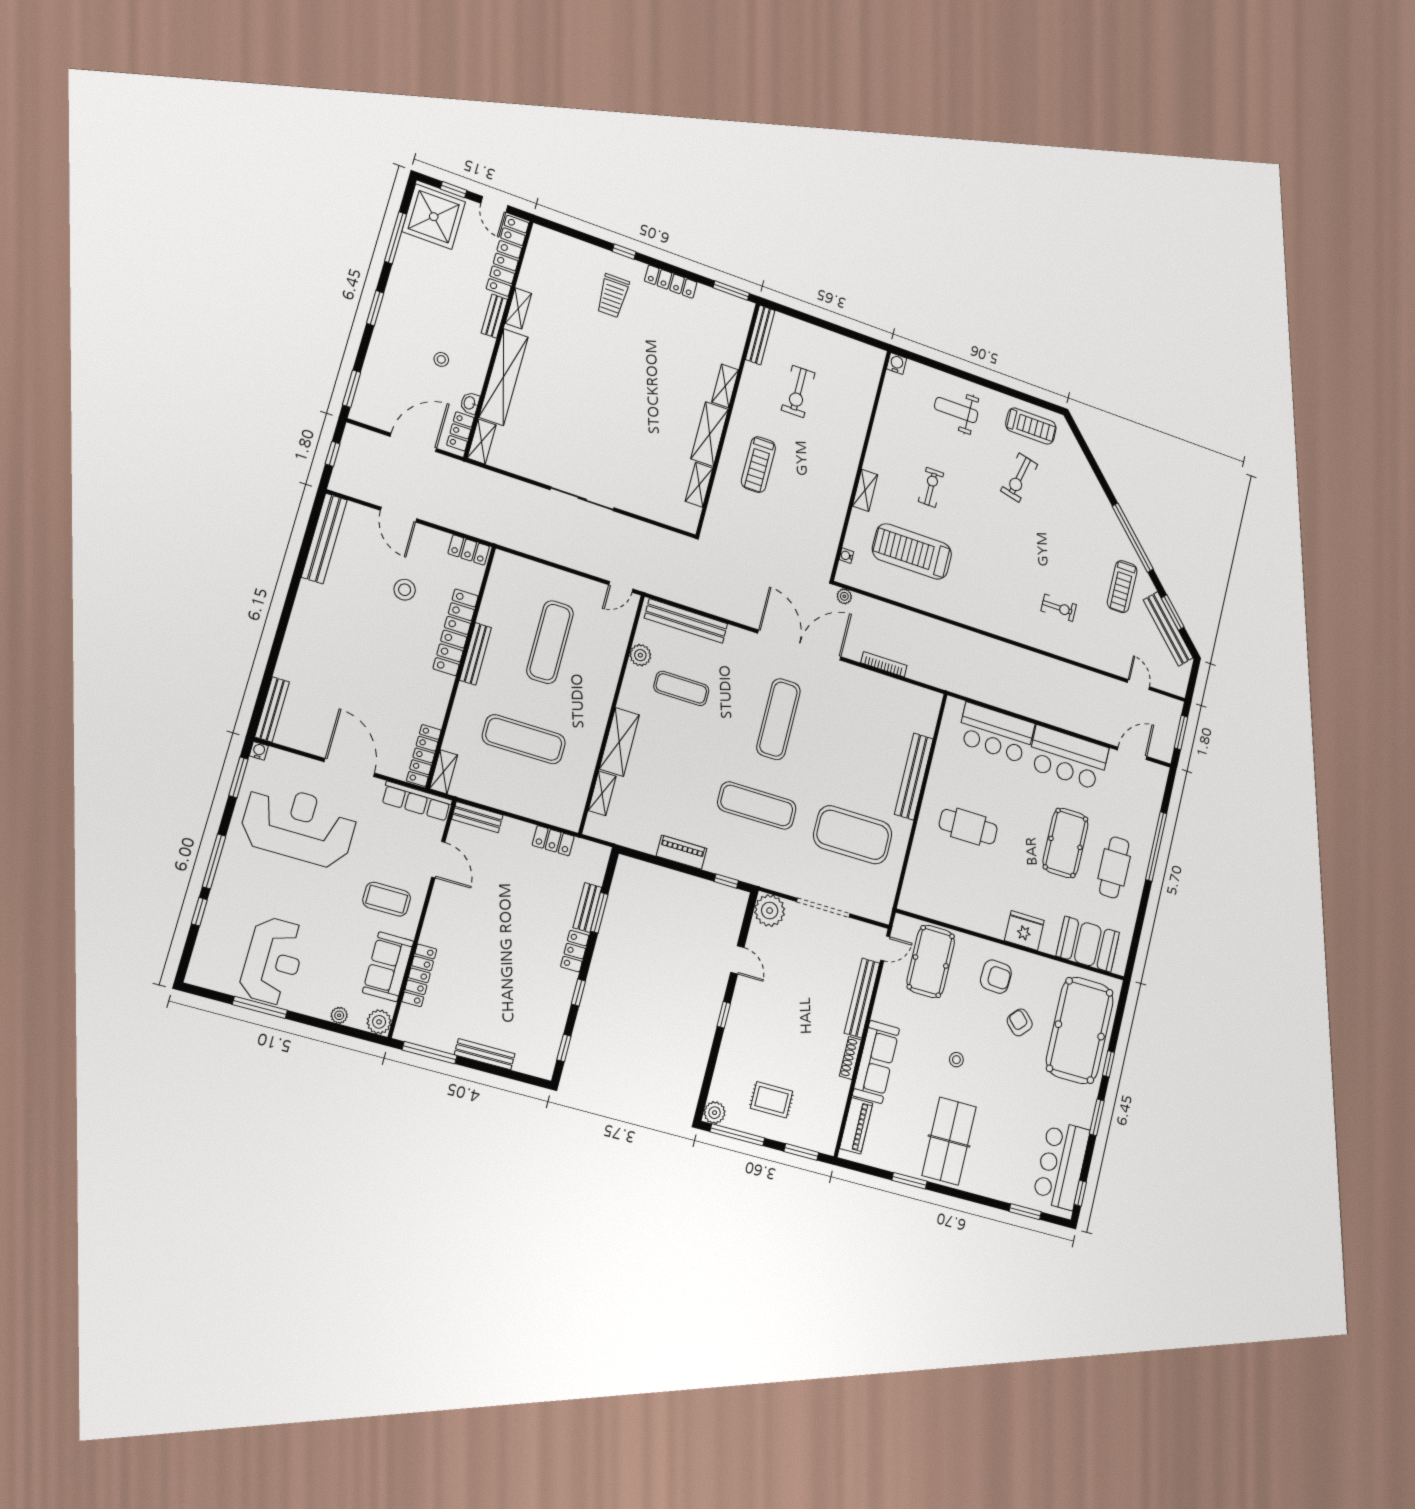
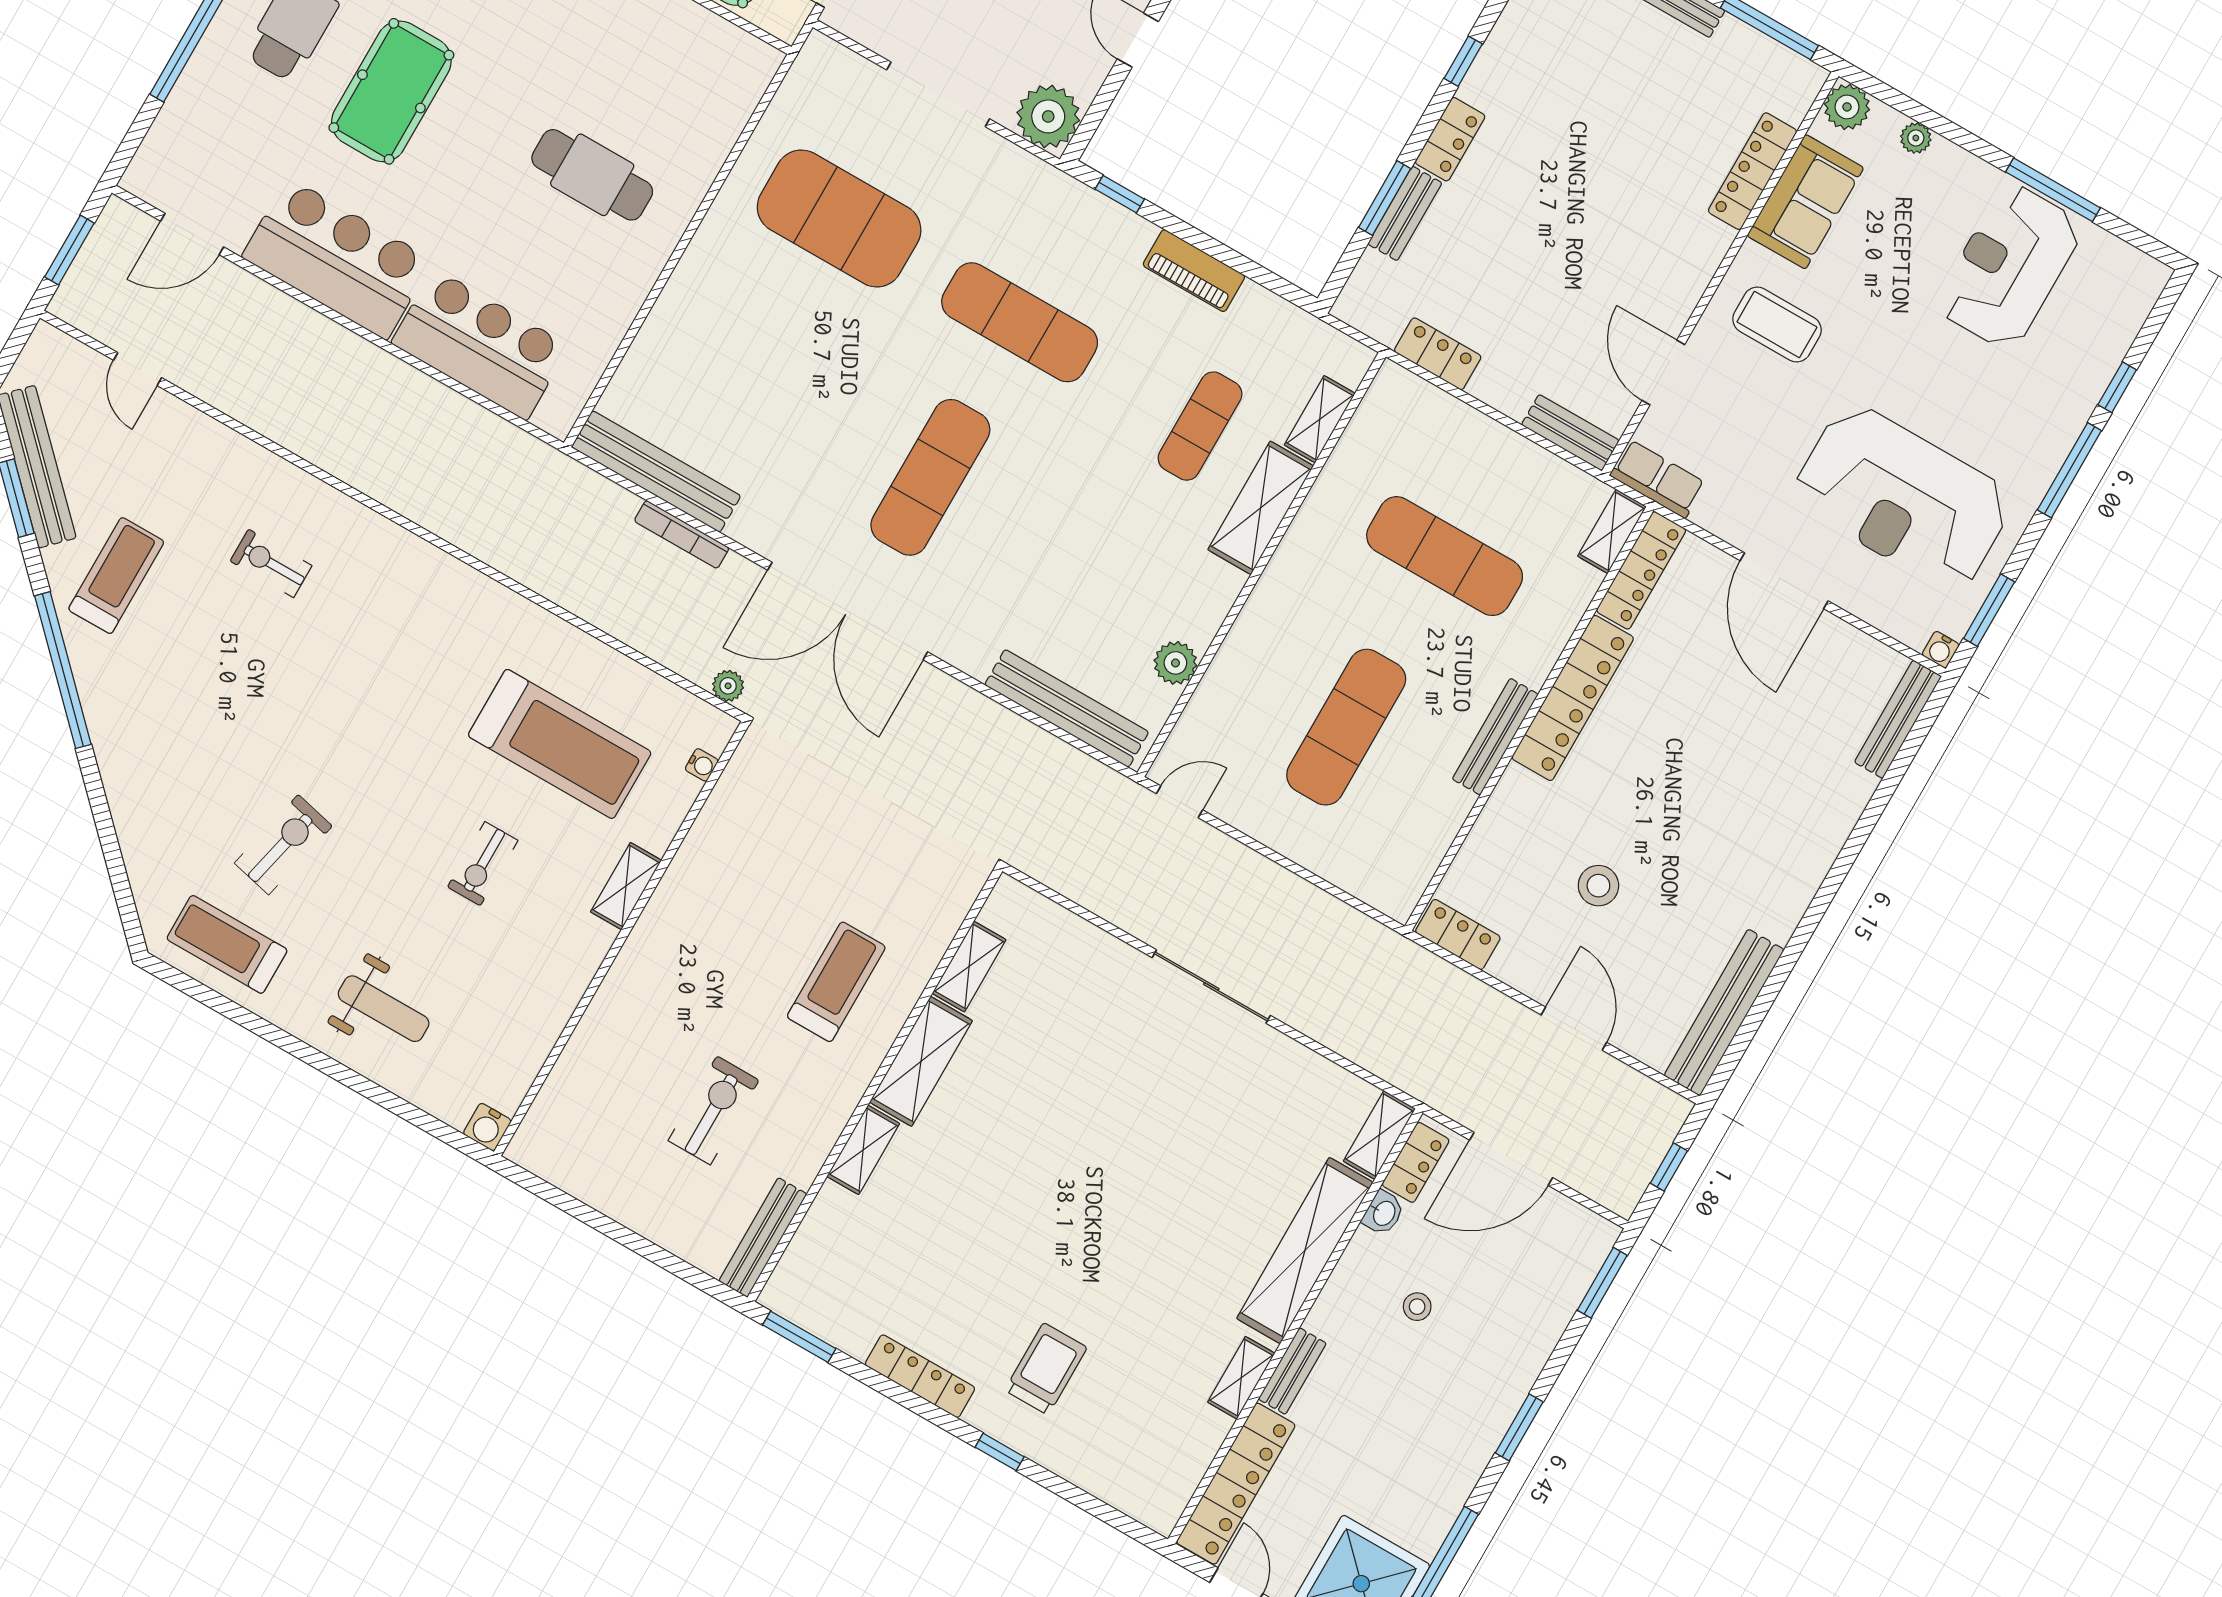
locker: (456, 632) -> (1573, 698), moved
exercise mat: (681, 688) -> (1200, 426), moved, turned 90
bench: (914, 777) -> (656, 472), moved, turned 90
row of seats: (417, 801) -> (1658, 479), width x0.68

